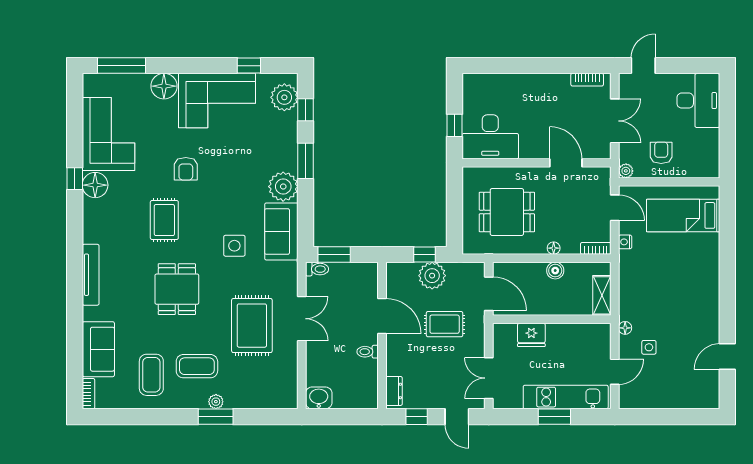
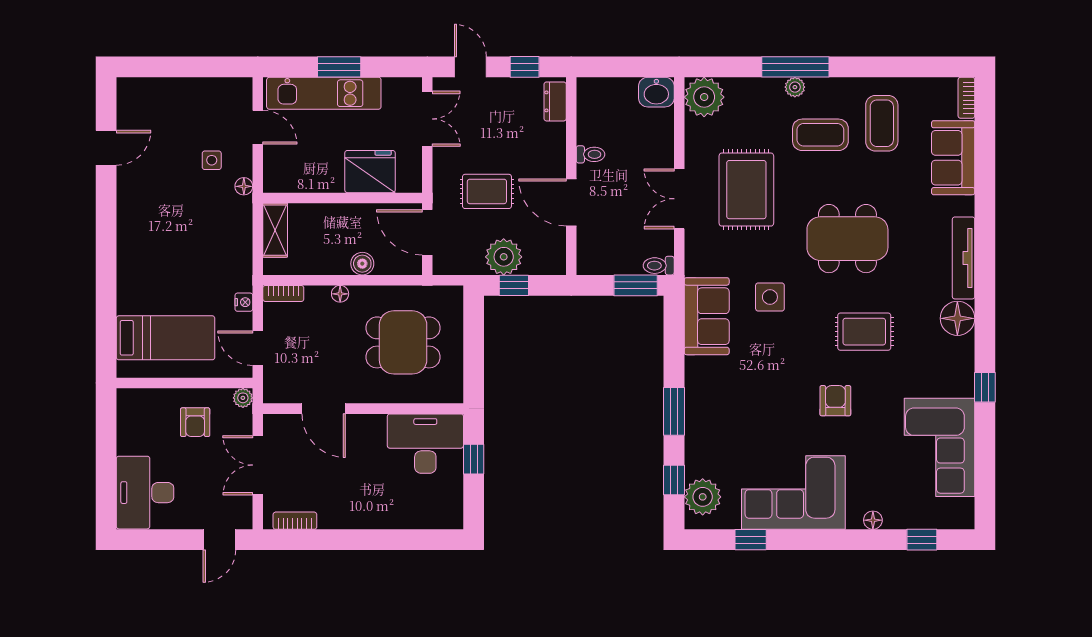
window: (122, 66) -> (922, 540), width x0.46
floor lamp: (164, 86) -> (873, 520), width x0.53, depth x0.53
floor lamp: (95, 185) -> (957, 318), moved
plant: (283, 187) -> (704, 97), moved
rug: (164, 220) -> (864, 332), turned 90
boiler: (555, 271) -> (362, 264), moved
dining table: (177, 289) -> (847, 239), width x1.38
fridge: (531, 335) -> (370, 172), width x1.36, depth x1.34
door: (615, 372) -> (258, 127), swing flipped
window: (216, 417) -> (795, 67), width x1.44

